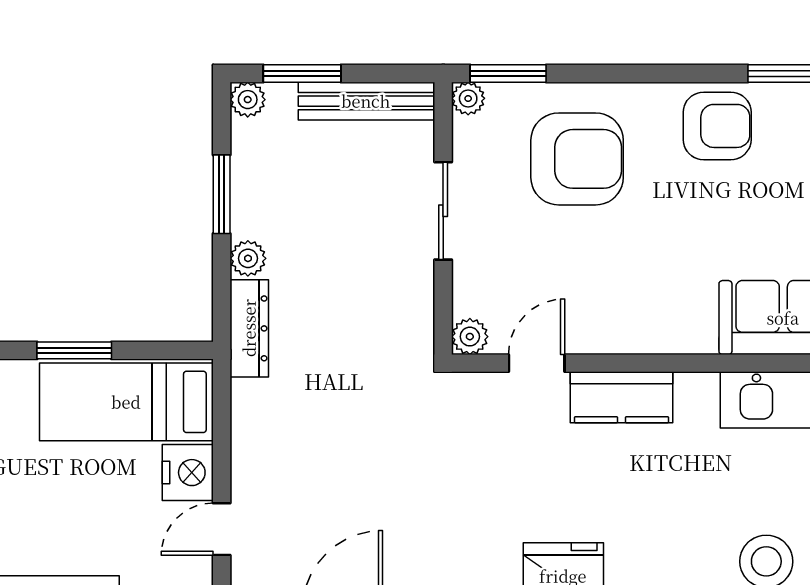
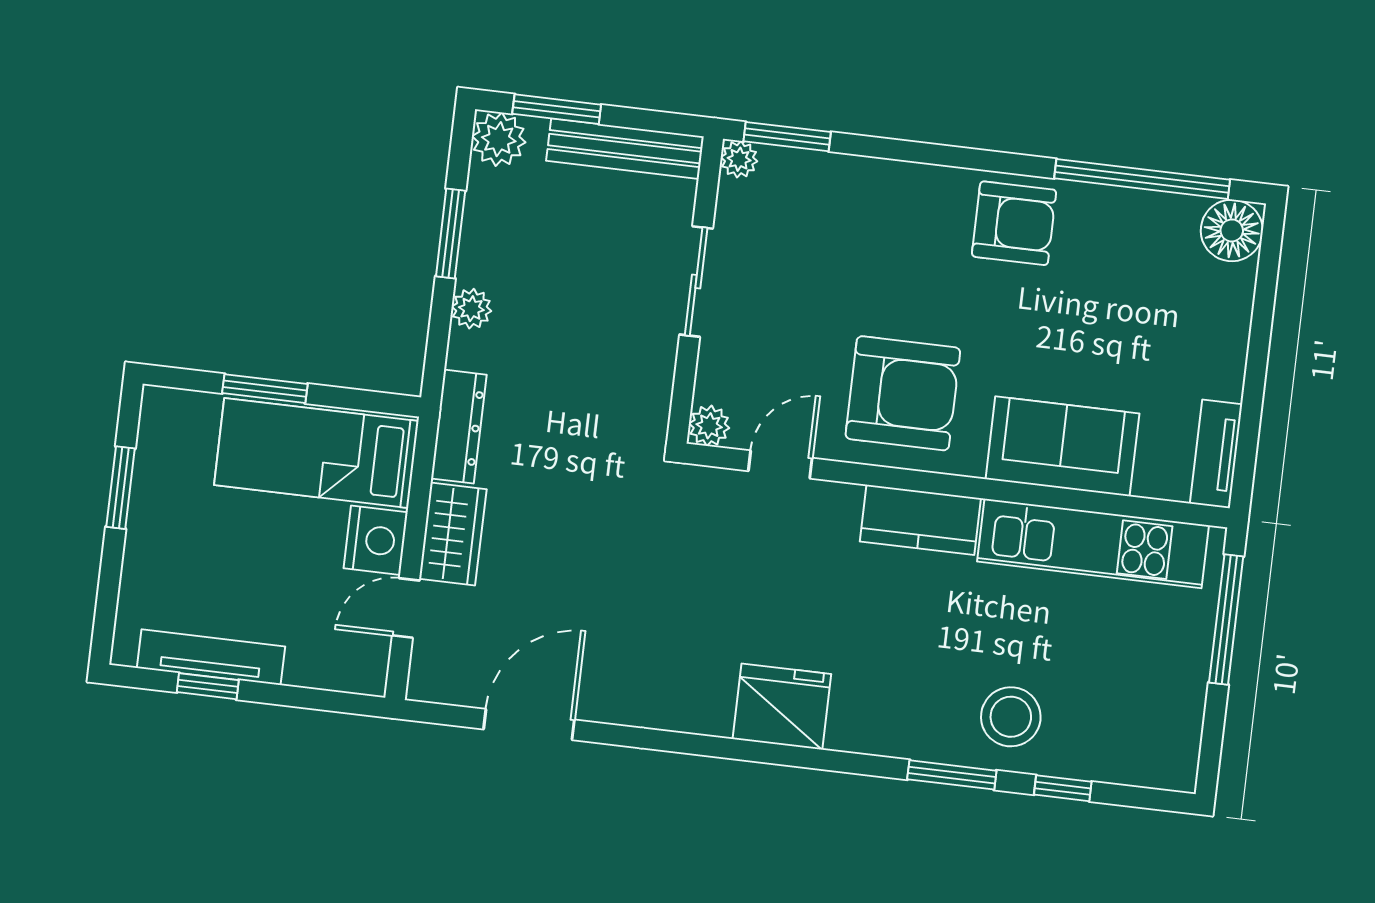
plant: (248, 100) -> (499, 139), width x1.38, depth x1.38
armchair: (577, 159) -> (903, 393), moved
dresser: (249, 328) -> (459, 427), moved
kitchen counter: (622, 397) -> (920, 520), moved
wardrobe: (255, 459) -> (453, 534), added

